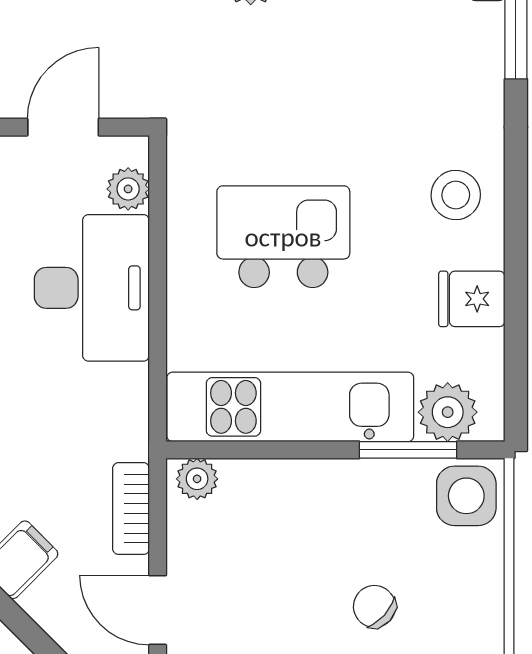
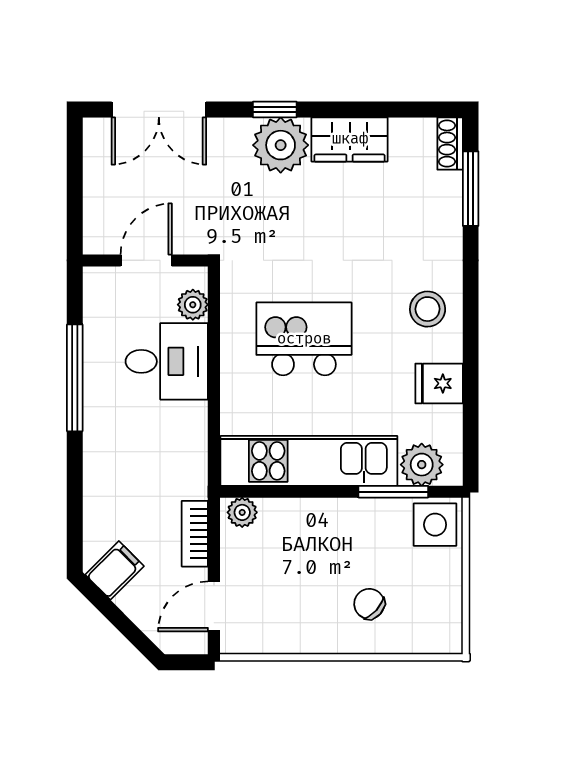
desk: (92, 288) -> (167, 361), width x0.73
door: (158, 610) -> (214, 606), hinge flipped

